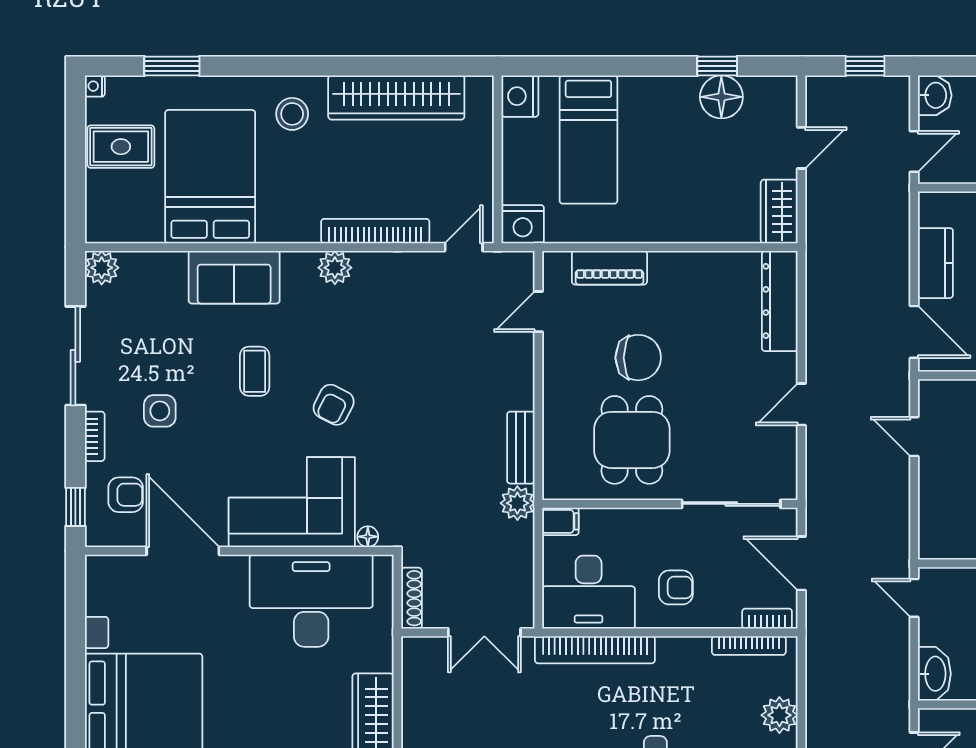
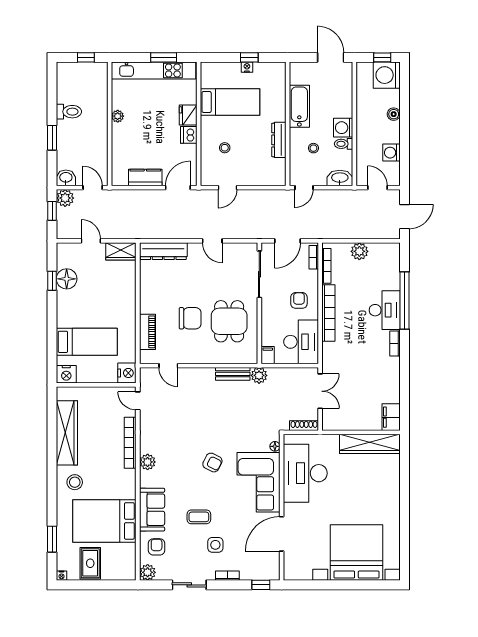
plant: (892, 94) -> (65, 198), added
sliding door: (75, 356) -> (189, 585), width x0.73
chair: (638, 358) -> (190, 318), turned 90
coffee table: (255, 371) -> (199, 517), moved
dining table: (632, 440) -> (229, 321), turned 90
armchair: (126, 495) -> (157, 547), moved
bookcase: (595, 650) -> (328, 313), moved

